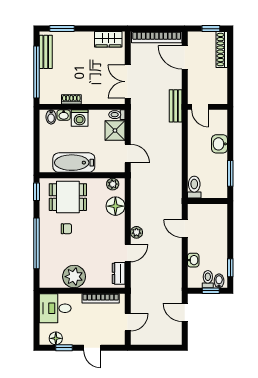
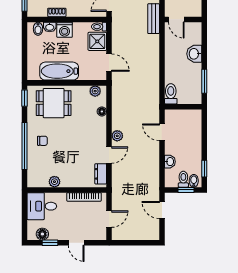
floor lamp: (115, 206) -> (102, 111), width x0.53, depth x0.53
chair: (66, 229) -> (42, 141), moved
plant: (74, 277) -> (54, 182), width x0.53, depth x0.53

